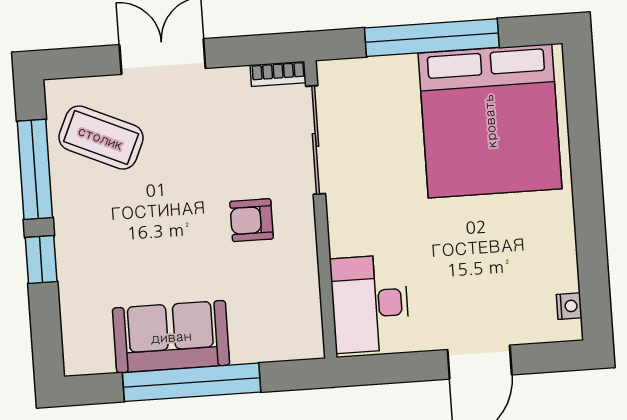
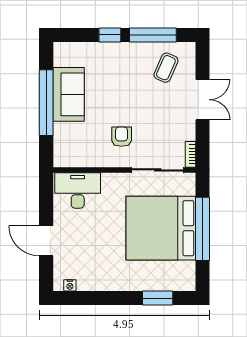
bed: (490, 121) -> (161, 228), moved
window: (583, 122) -> (158, 298), added
coffee table: (101, 138) -> (166, 68), width x0.73, depth x0.77

